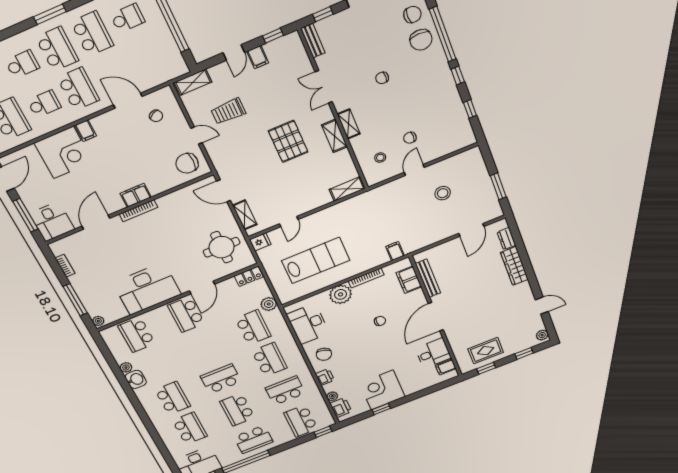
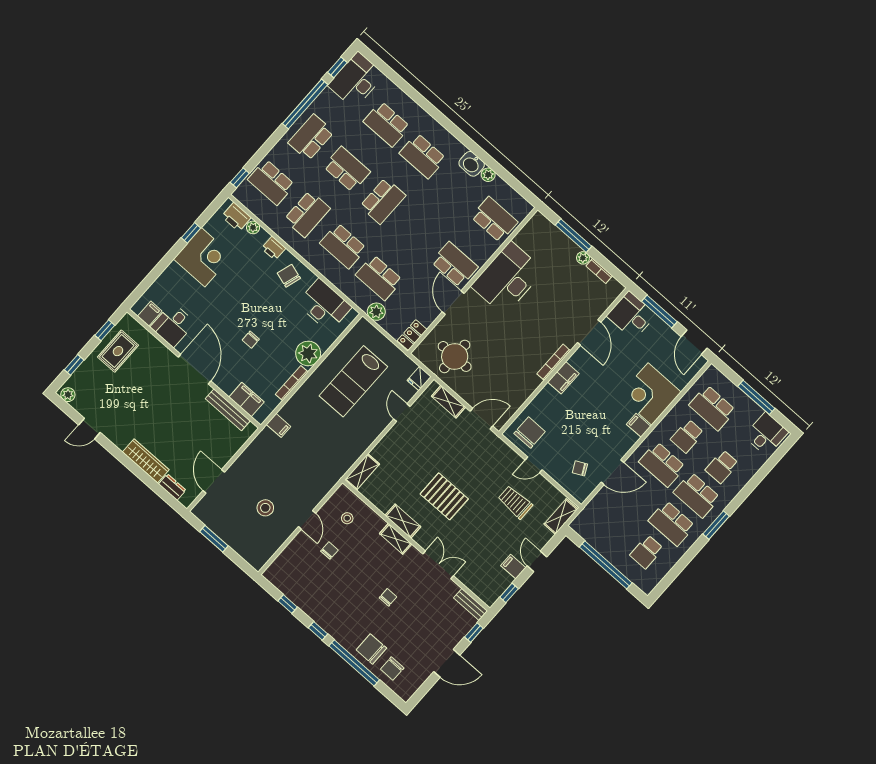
trolley: (228, 111) -> (515, 502), turned -90
plant: (98, 321) -> (583, 258), moved
school desk: (301, 421) -> (271, 182), turned 180

